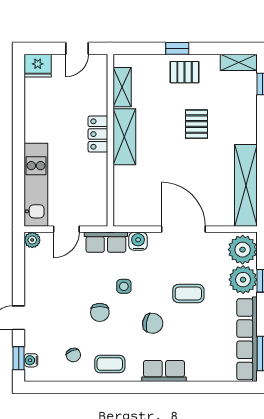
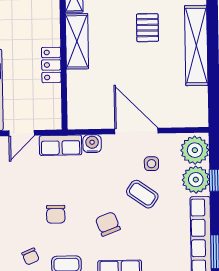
locker: (98, 134) -> (51, 65), moved
shelving: (246, 185) -> (196, 46), moved
side table: (124, 286) -> (151, 164), moved
coffee table: (188, 294) -> (142, 194), turned 35
chair: (153, 323) -> (108, 224), turned -121

